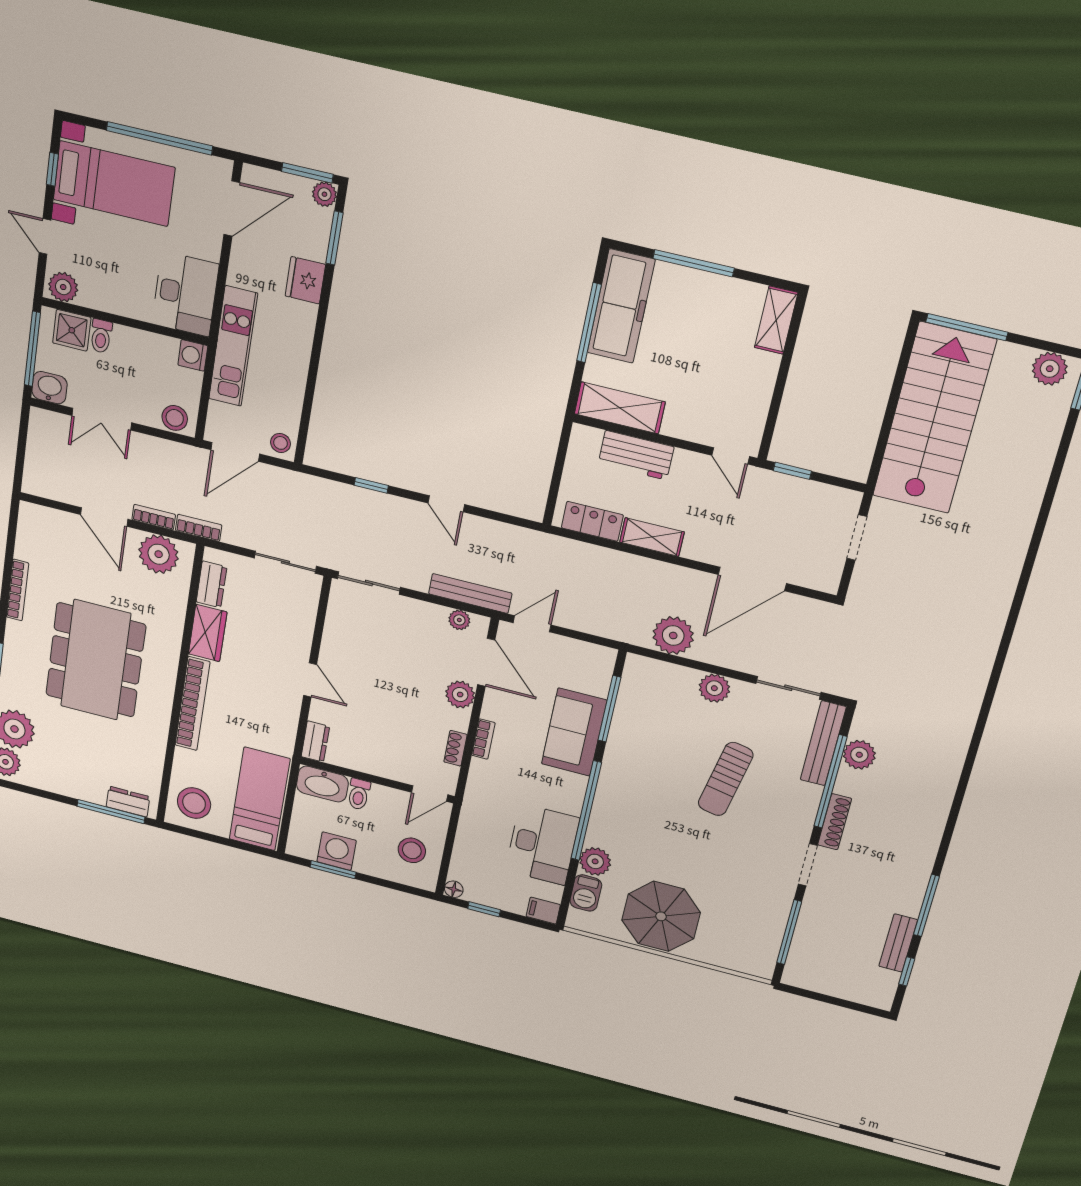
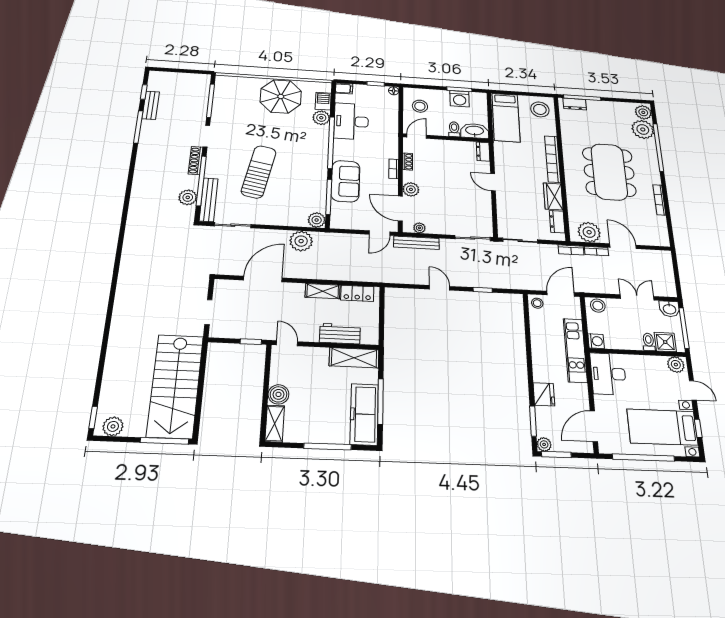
boiler: (761, 369) -> (278, 394), added
plant: (714, 688) -> (317, 220), moved
sun lounger: (726, 779) -> (259, 172), width x1.36, depth x1.34

